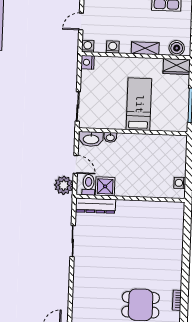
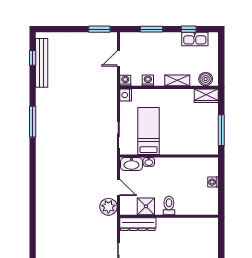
bed: (139, 104) -> (149, 131), moved
washing machine: (180, 183) -> (213, 182), moved
toilet: (88, 185) -> (169, 205), moved

